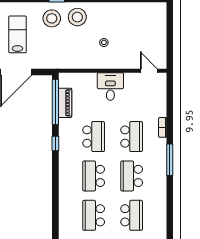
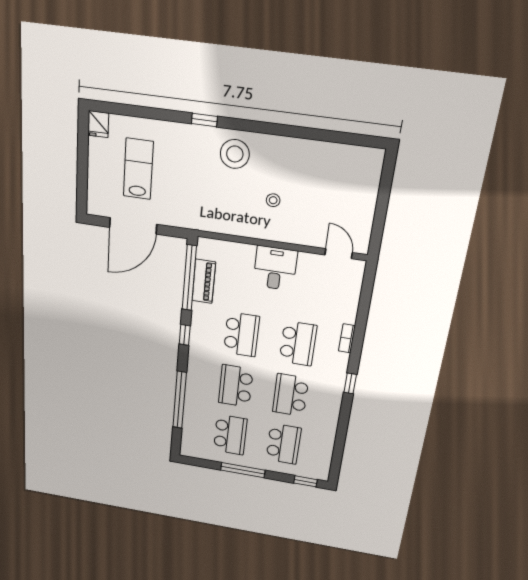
stool: (52, 18) -> (194, 151), removed
window: (170, 160) -> (350, 383), width x0.46
window: (55, 194) -> (180, 400), added
school desk: (94, 215) -> (230, 435), turned 180

